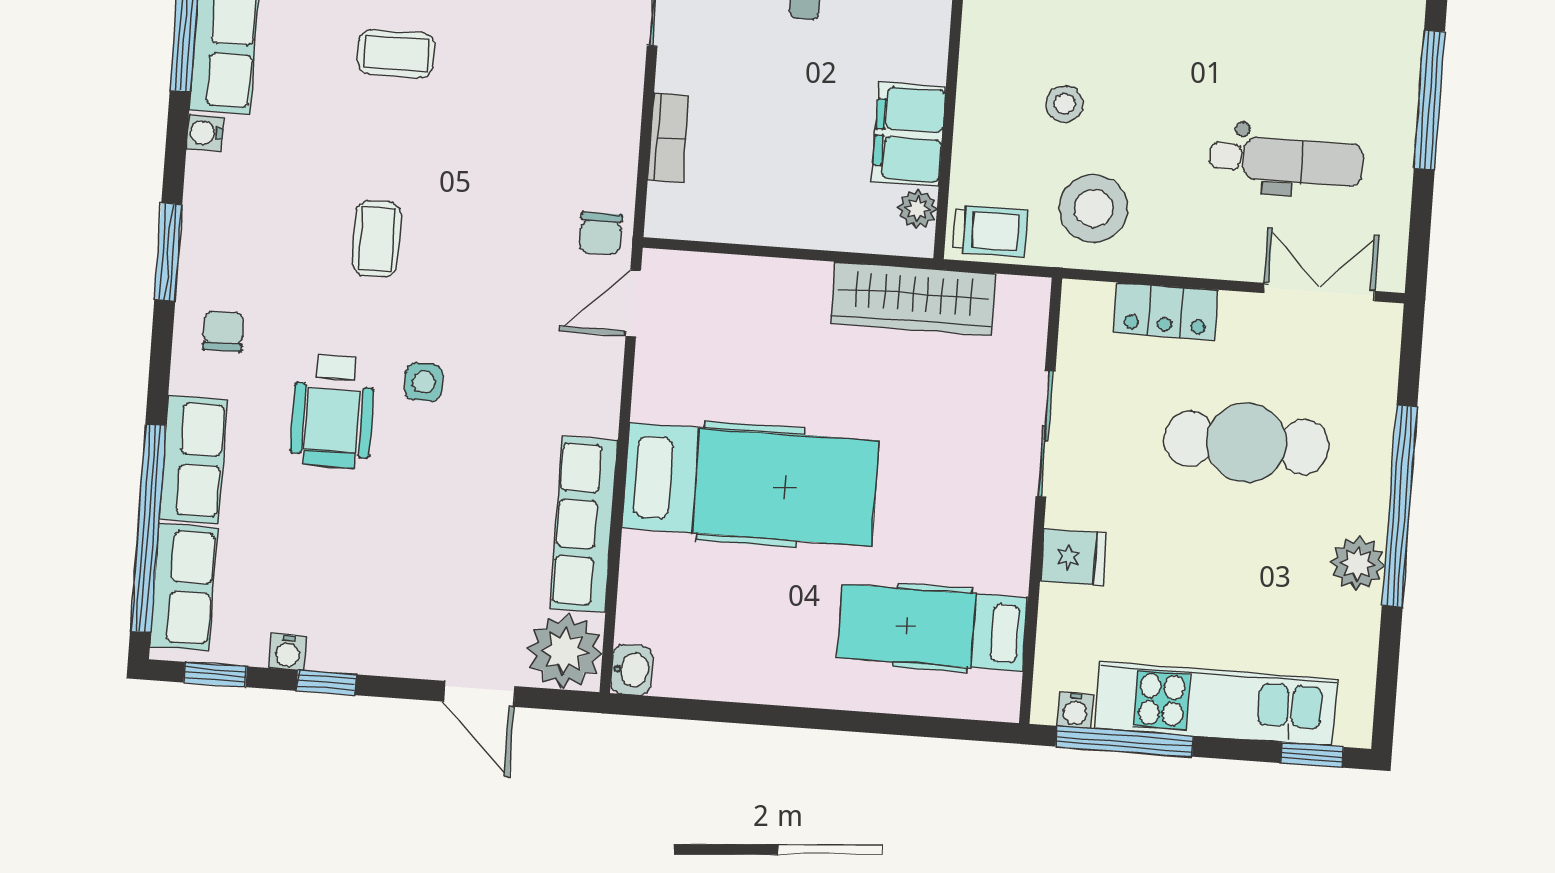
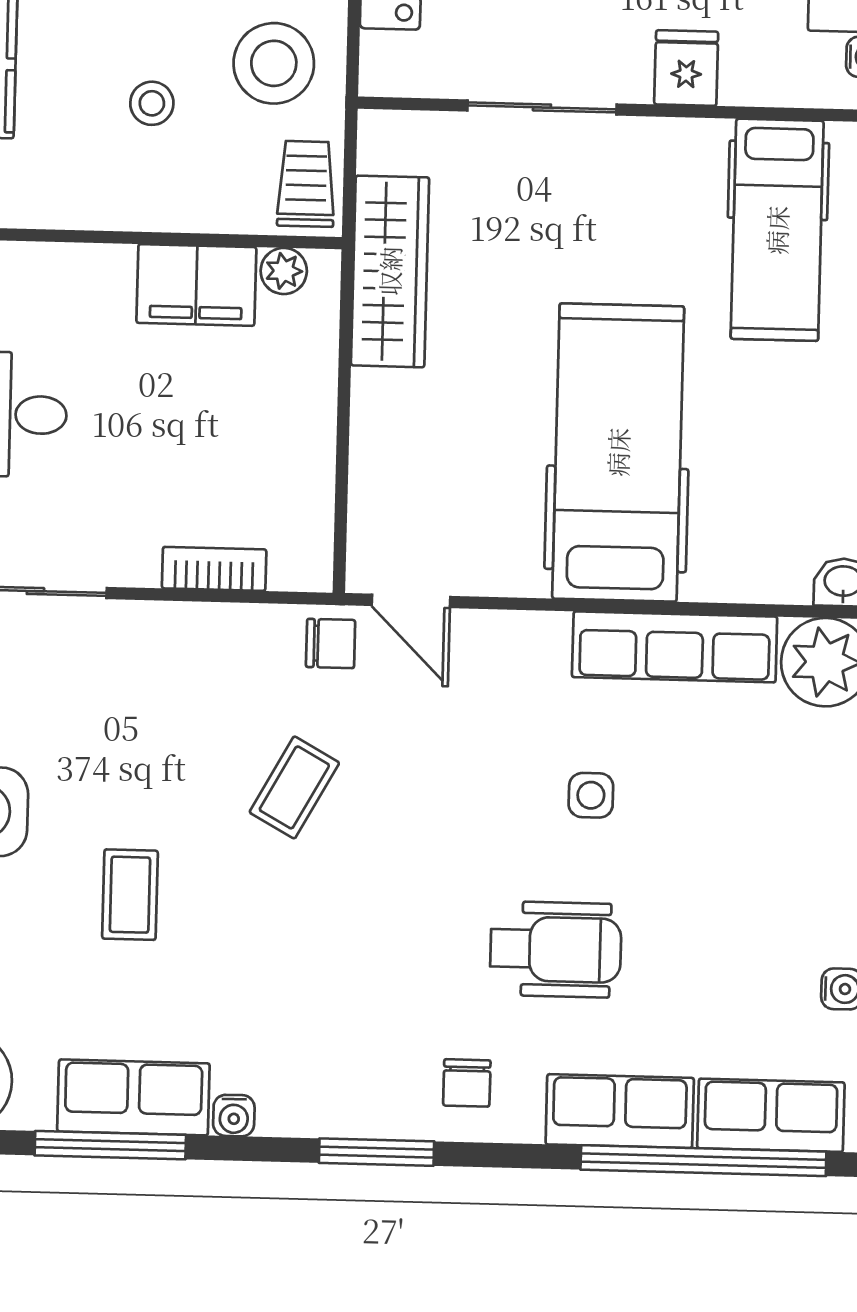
coffee table: (377, 239) -> (294, 787), moved, turned -61
chair: (223, 331) -> (467, 1083), turned -90
side table: (424, 382) -> (591, 795), moved

